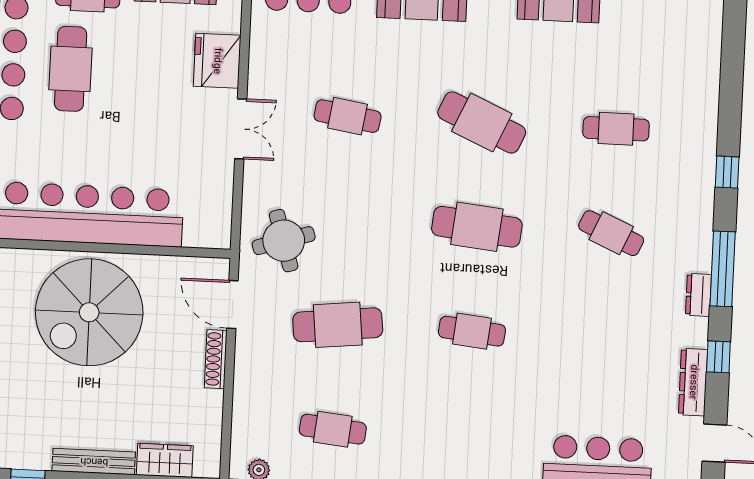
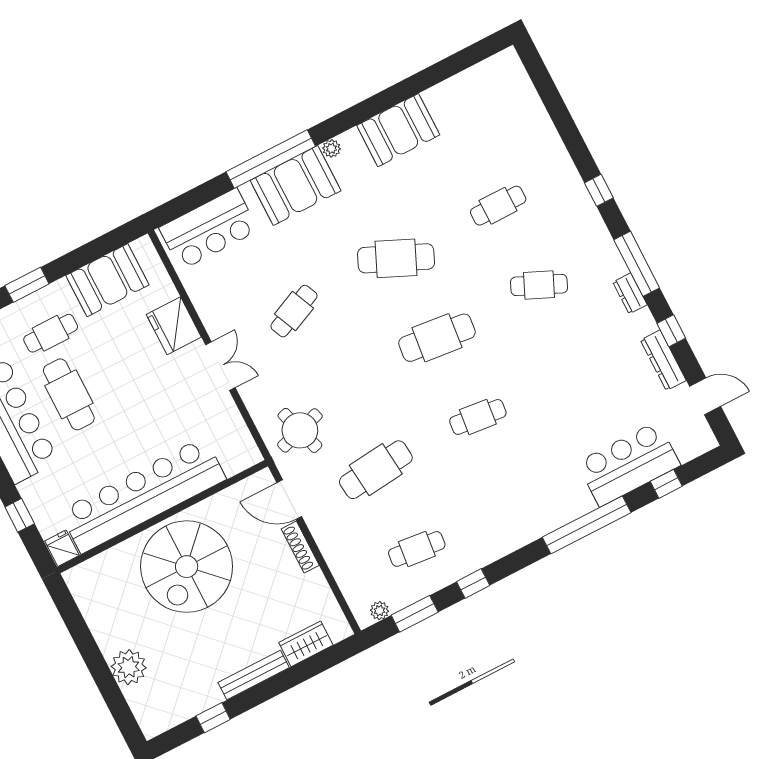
cafe table: (348, 116) -> (294, 311), turned -33

